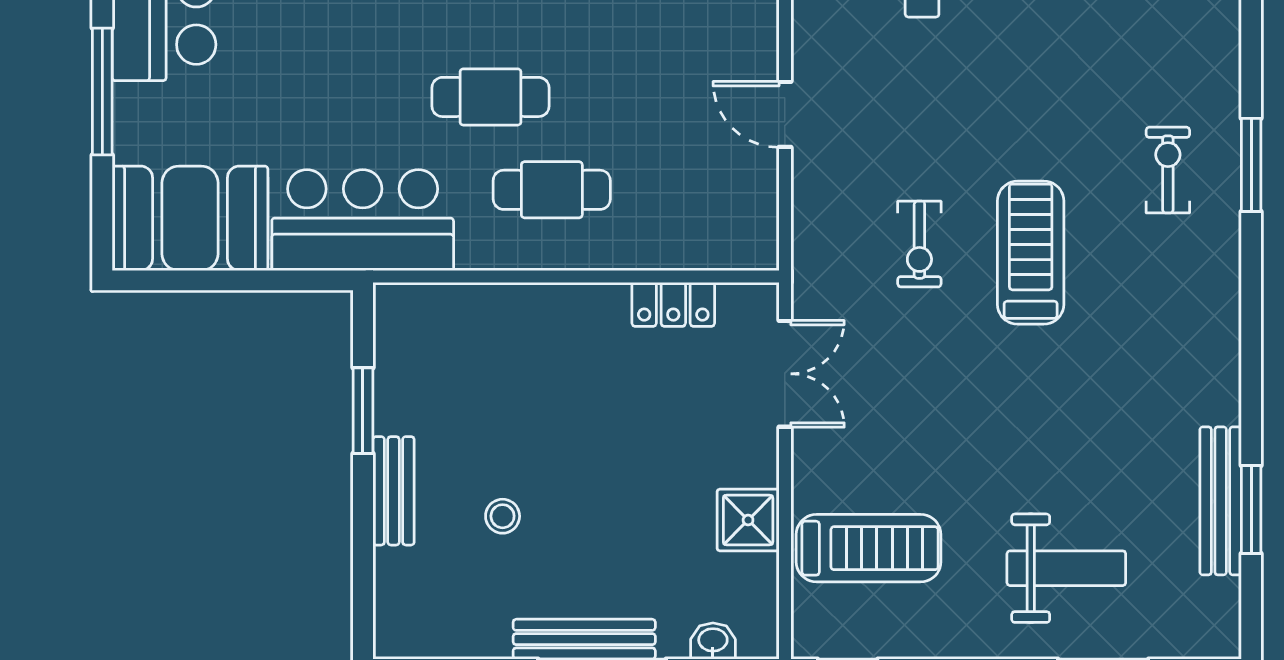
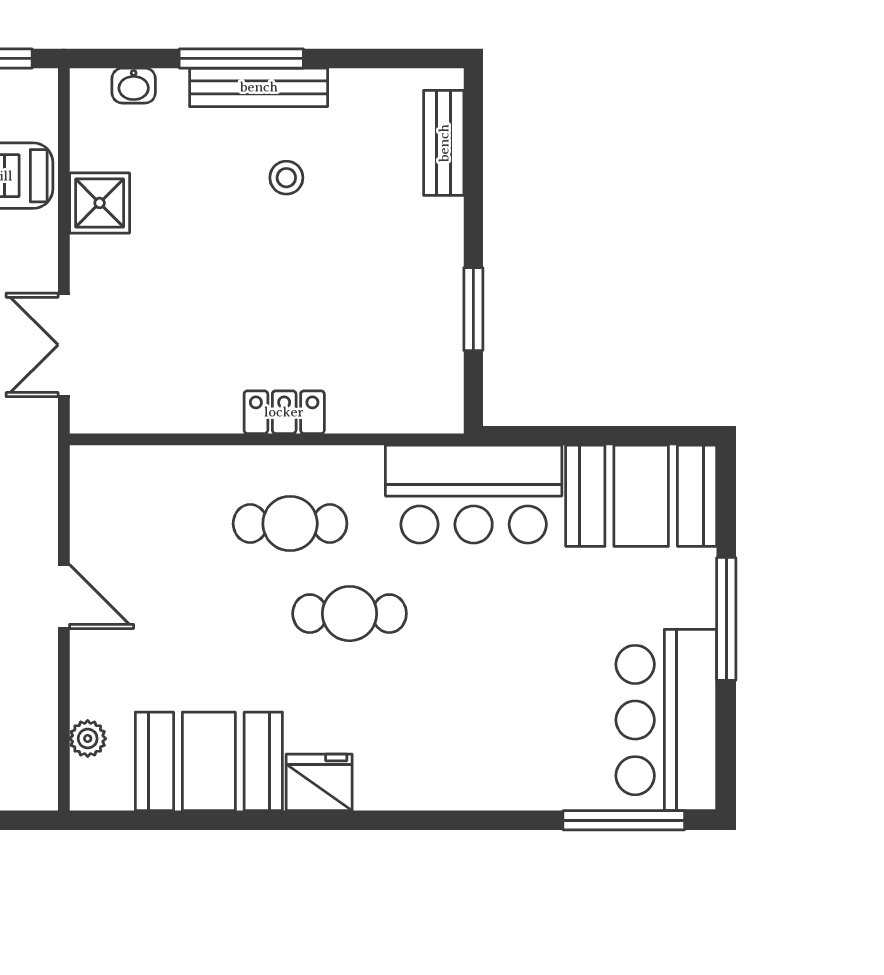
locker: (673, 304) -> (284, 412), moved
bench: (393, 491) -> (444, 143), moved
stool: (503, 516) -> (286, 178), moved

